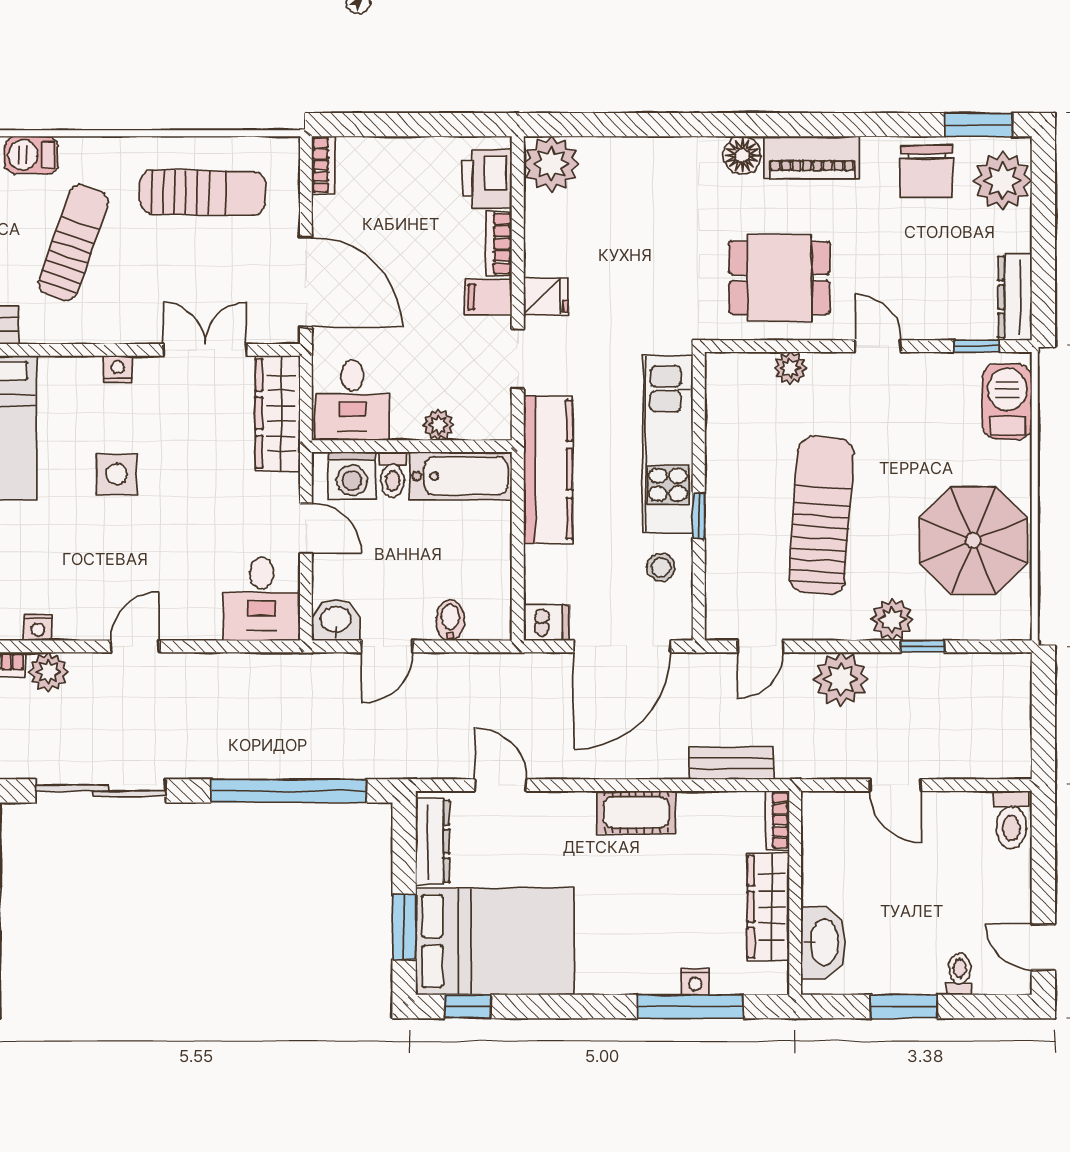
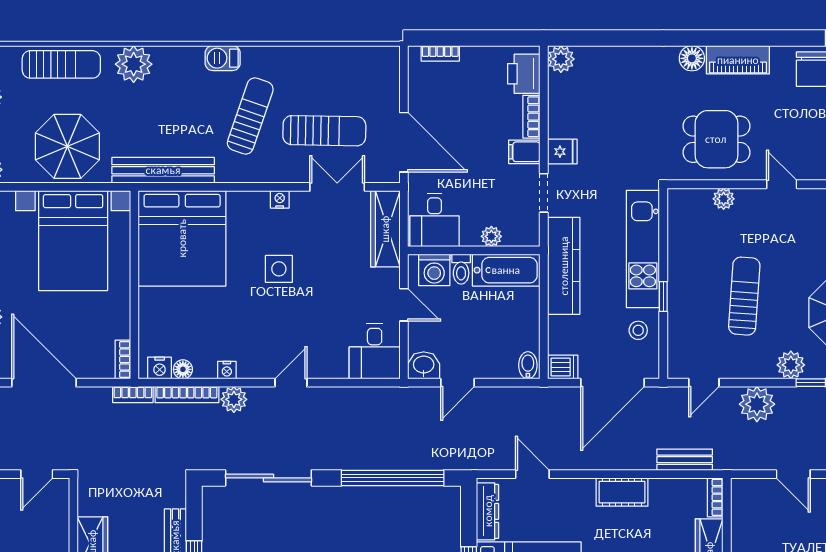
plant: (551, 164) -> (561, 59), width x0.73, depth x0.73
bookcase: (323, 165) -> (440, 53), moved, turned 90
sun lounger: (203, 193) -> (324, 131), moved
sun lounger: (821, 515) -> (744, 296), width x0.73, depth x0.75
bidet: (450, 620) -> (528, 365), moved

